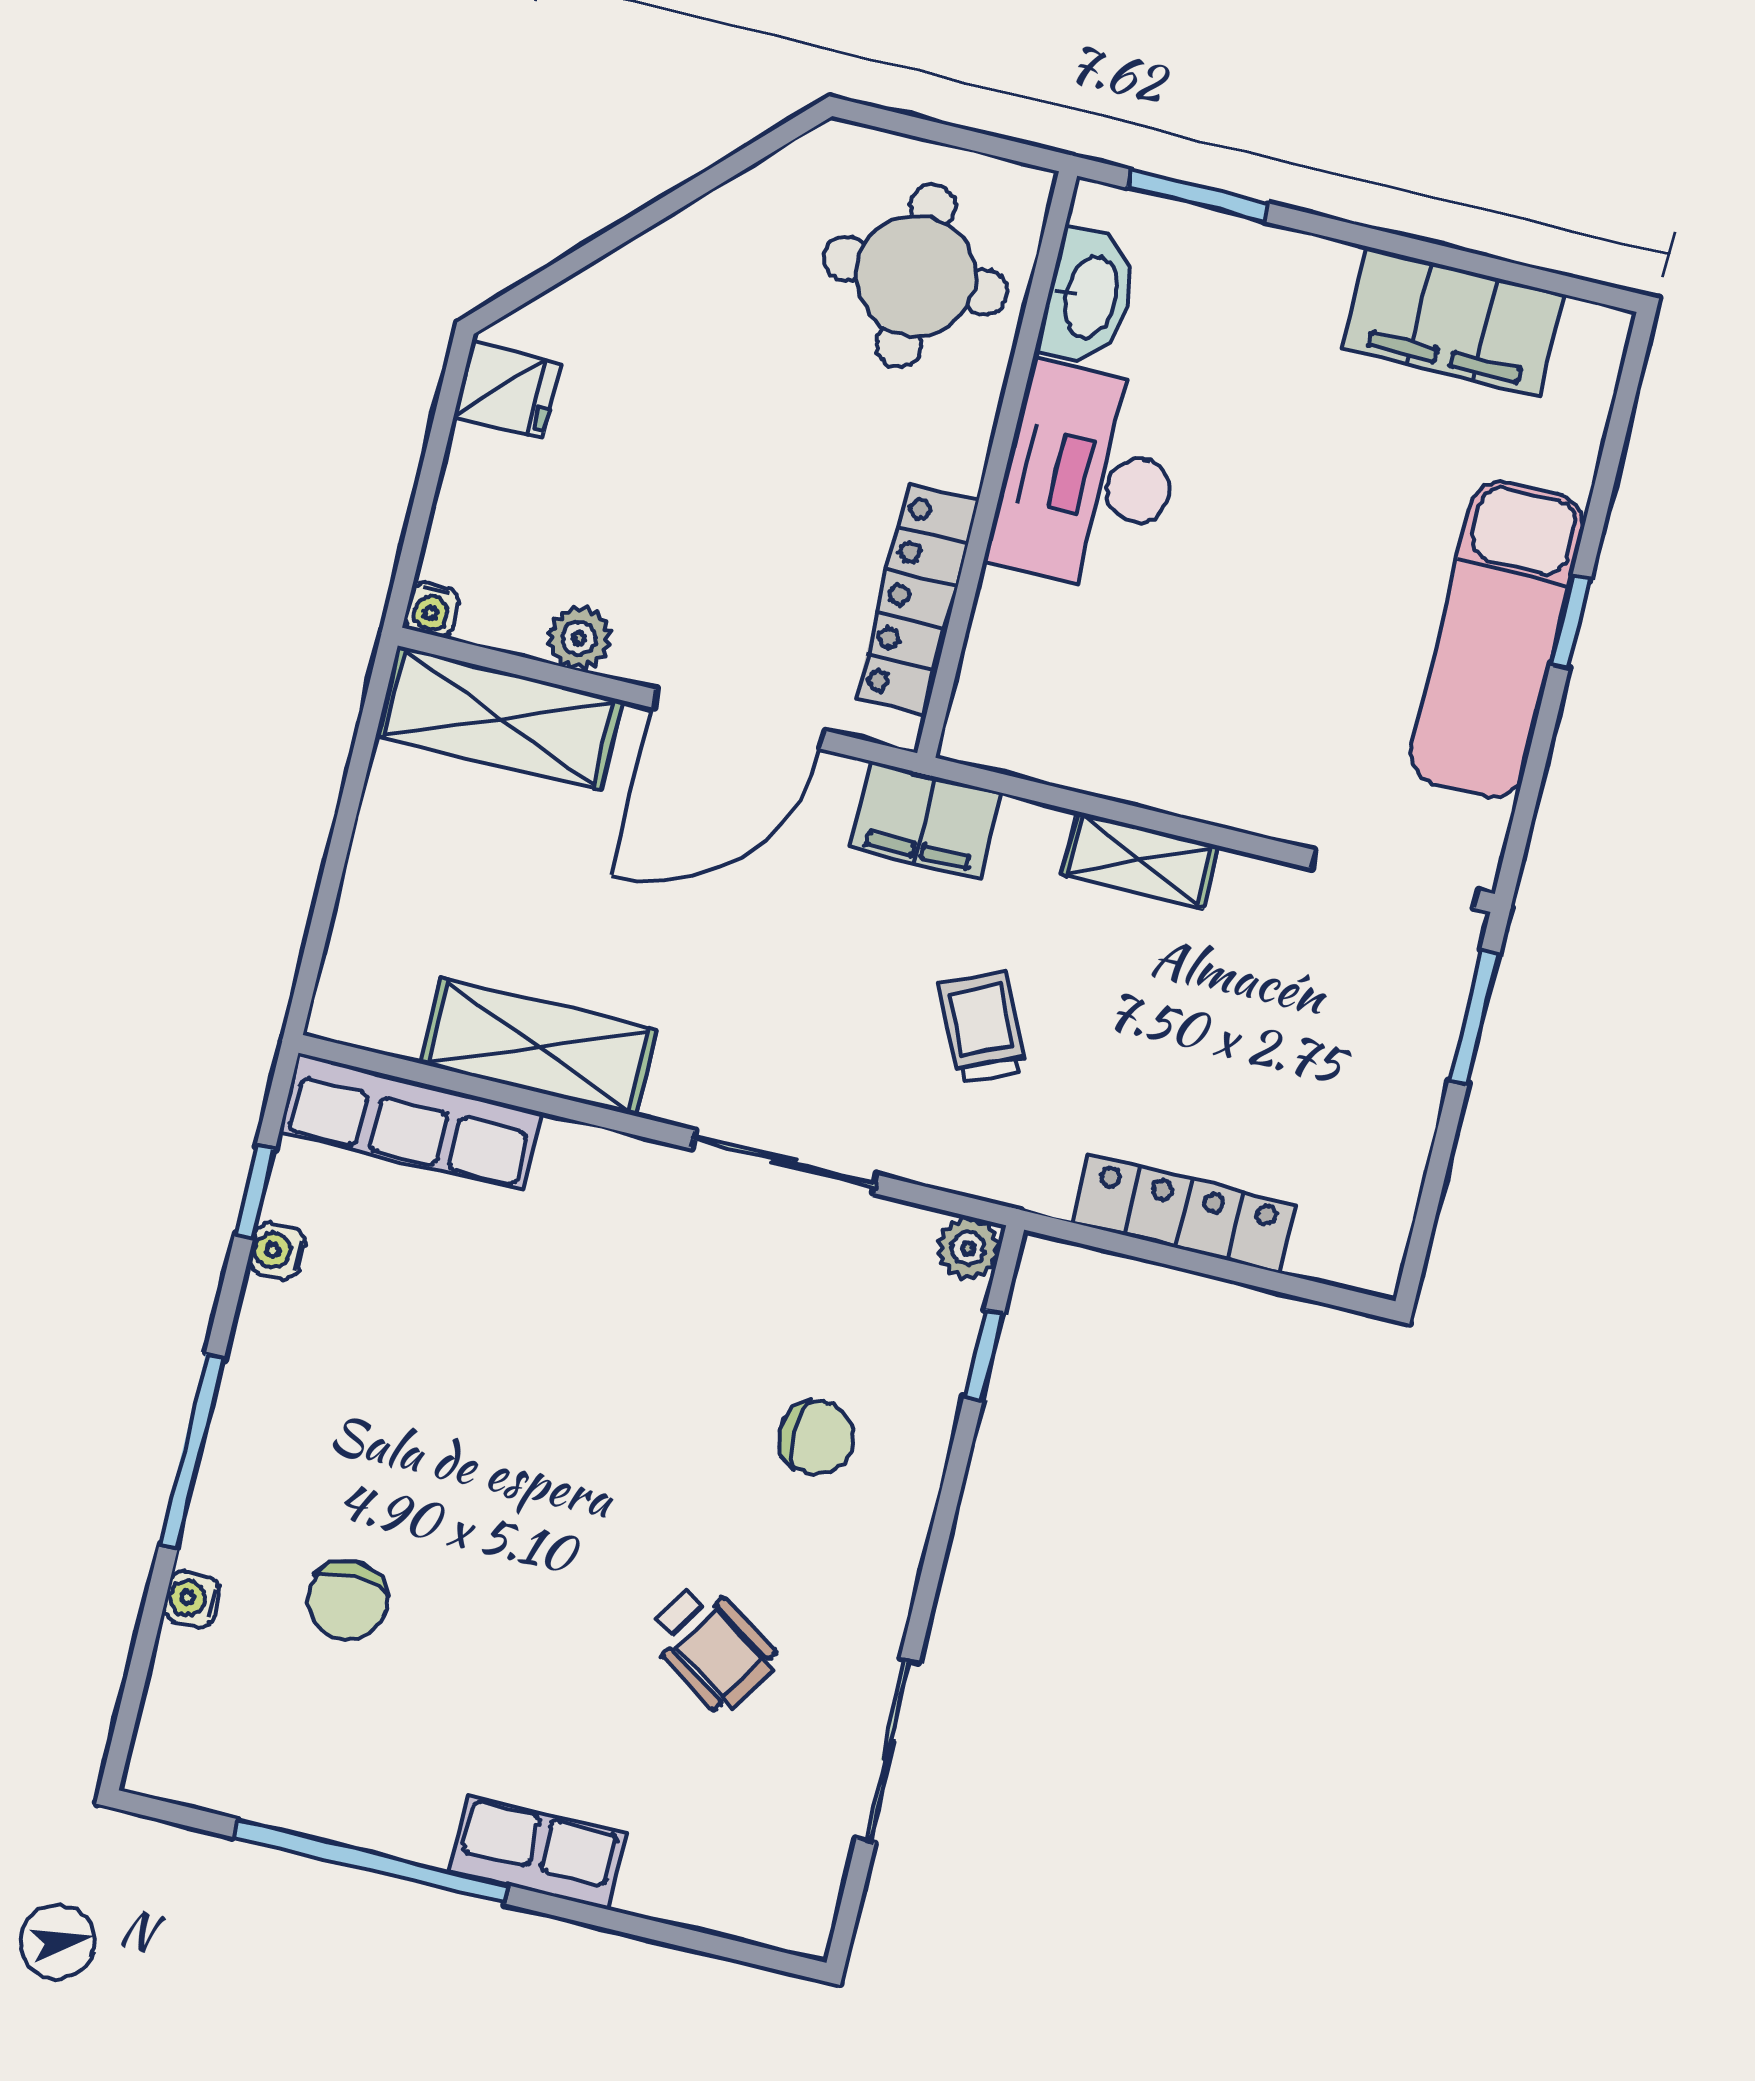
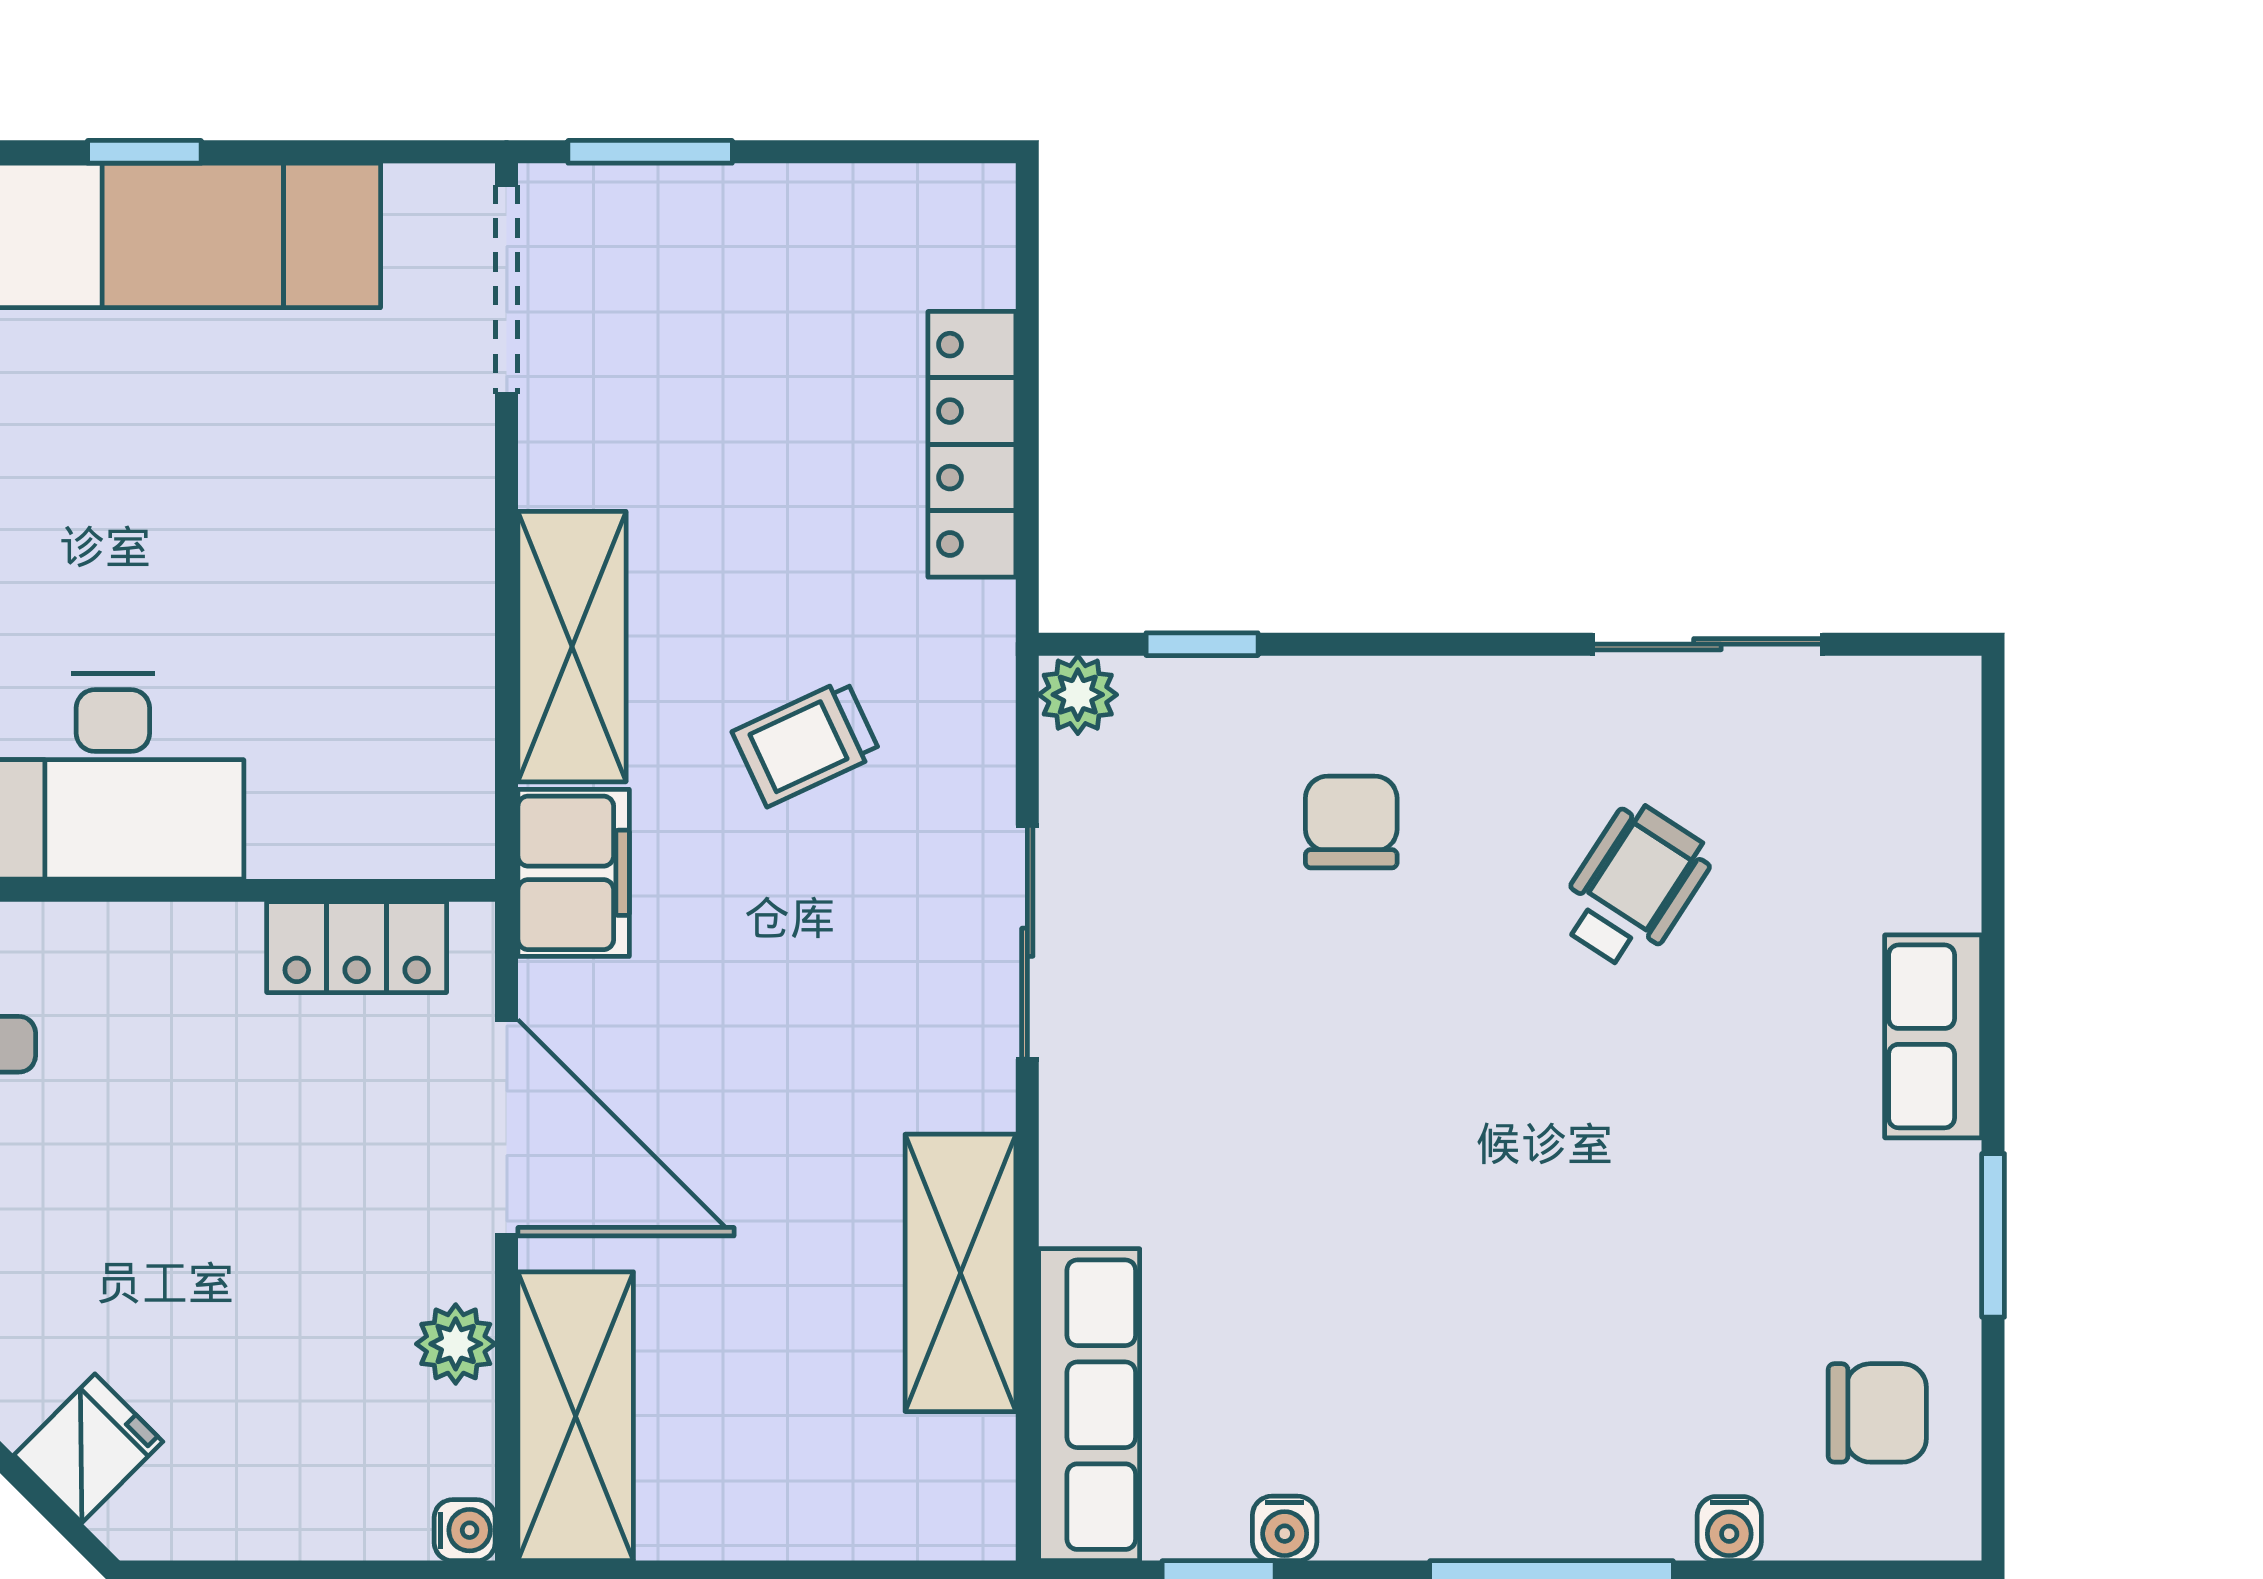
fridge: (507, 390) -> (88, 1448), moved, turned 45
locker: (917, 599) -> (357, 947), width x0.66
shelving: (1140, 860) -> (572, 647), width x1.50, depth x1.33
chair: (348, 1600) -> (1877, 1413), moved
window: (371, 1861) -> (1993, 1235), width x0.47

